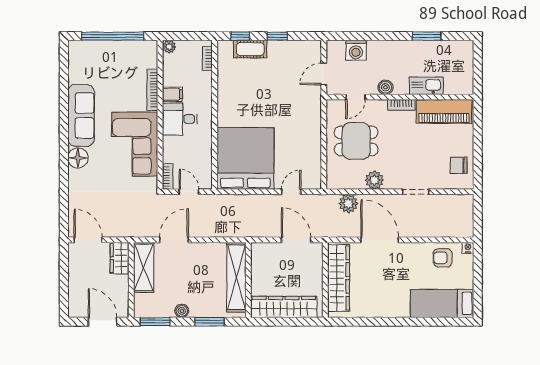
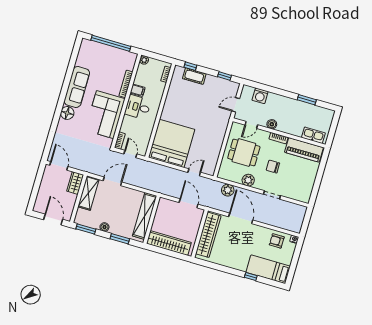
window: (277, 36) -> (224, 76), moved
kitchen sink: (426, 86) -> (313, 135), moved
chair: (459, 165) -> (273, 167), moved
window: (419, 322) -> (251, 277), added

